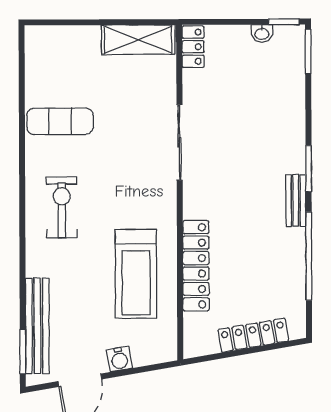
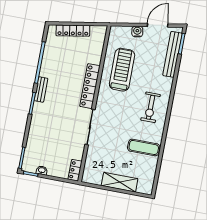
shelving: (138, 40) -> (120, 182), moved
locker: (196, 266) -> (90, 86), moved

